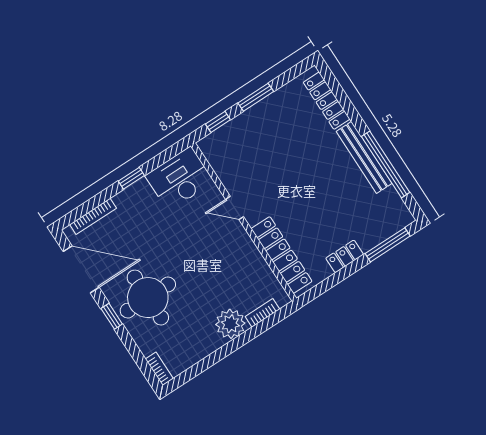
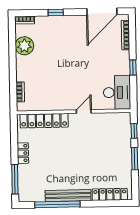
round table: (148, 298) -> (65, 37), removed
window: (112, 316) -> (56, 13), moved
plant: (230, 324) -> (24, 46), moved

